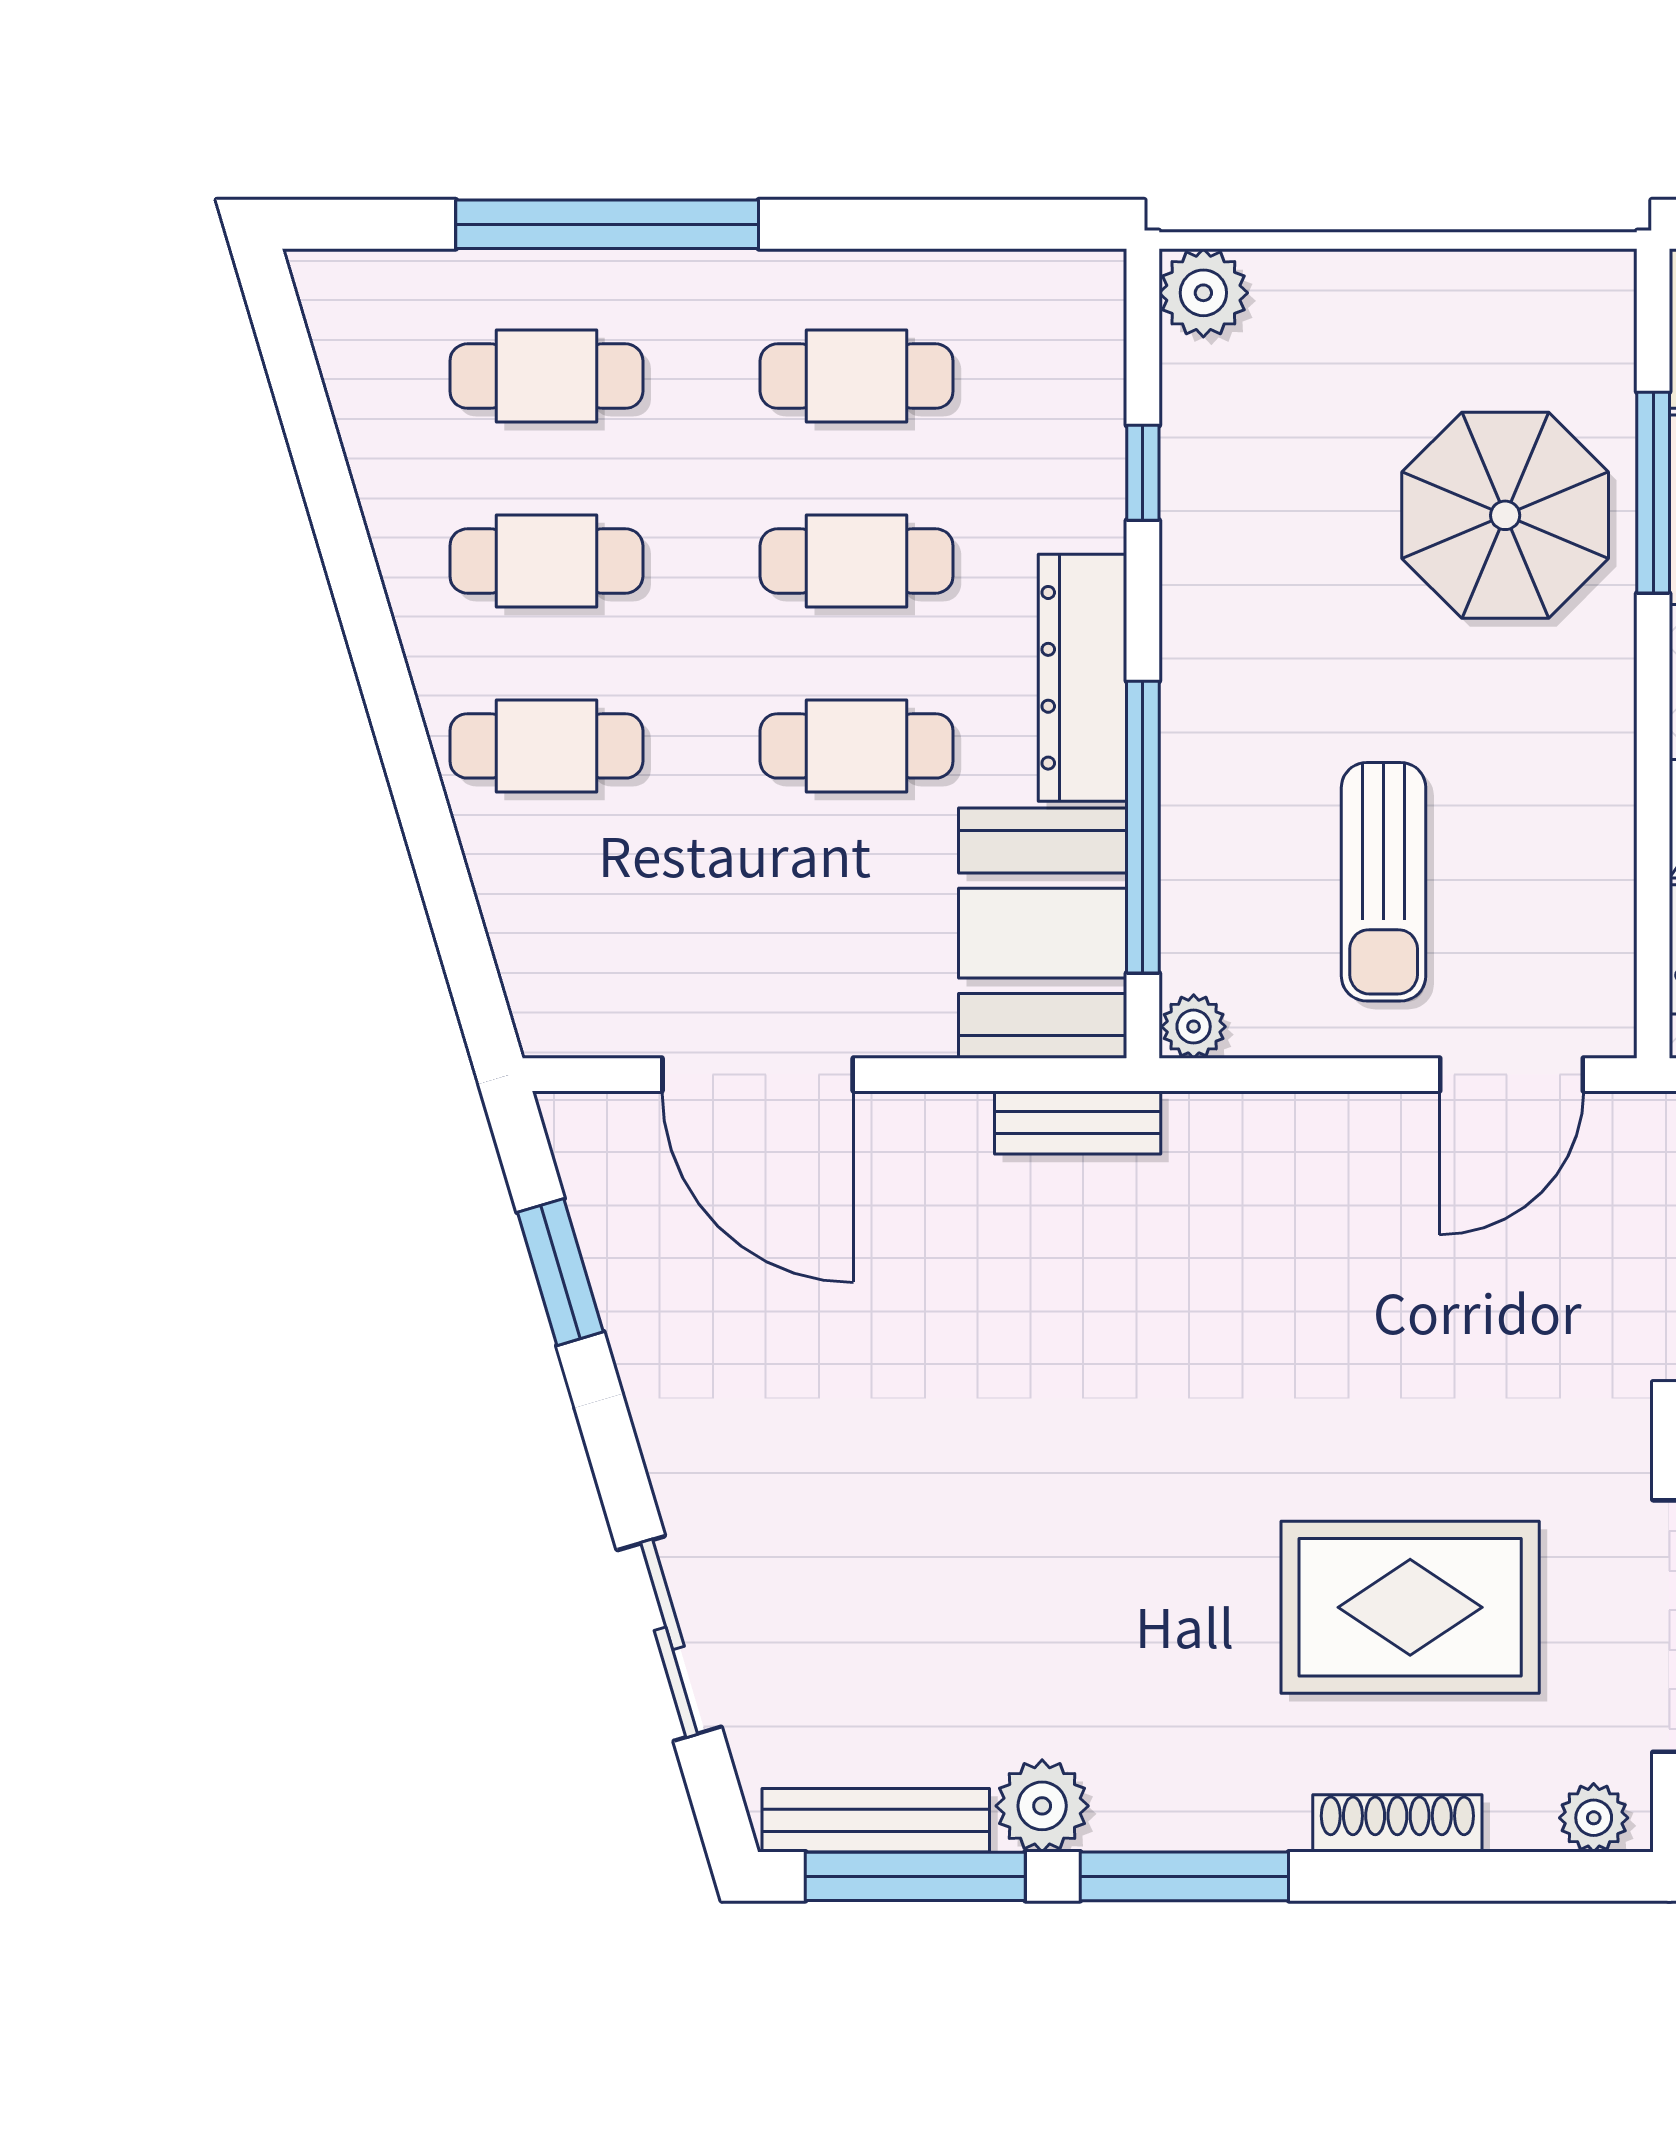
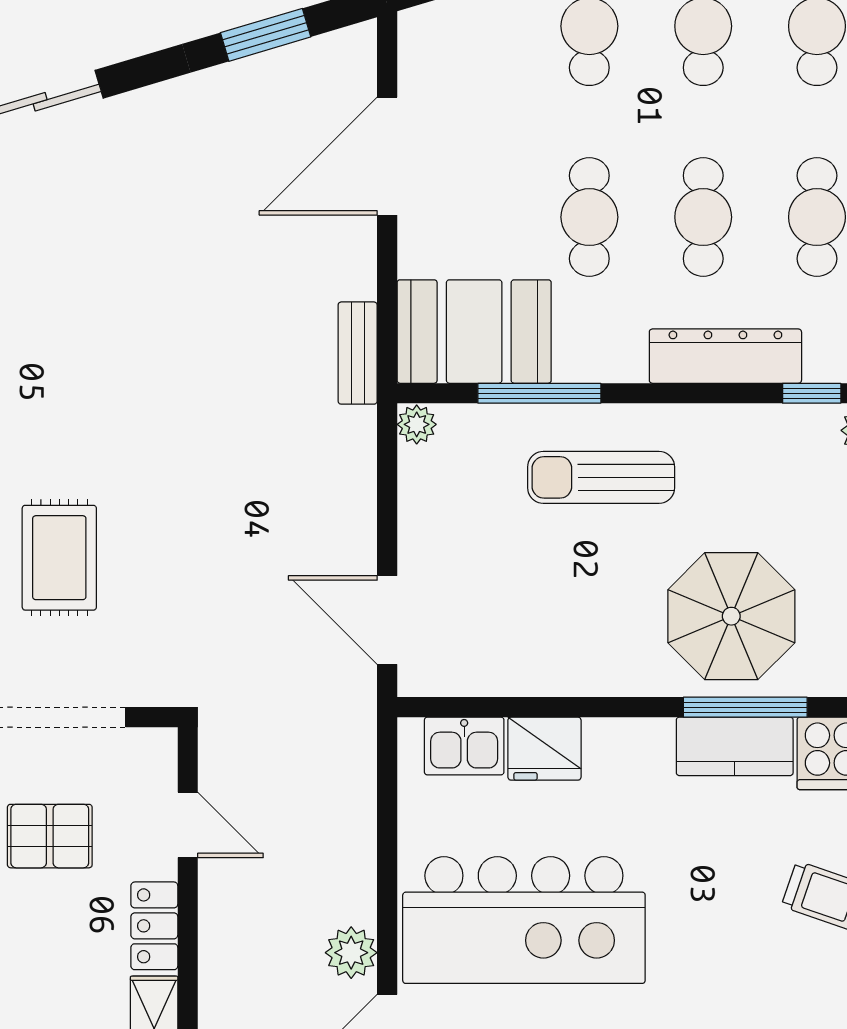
window: (1143, 473) -> (812, 393), moved
dresser: (1083, 678) -> (725, 356), moved
window: (1143, 827) -> (539, 393), width x0.68
sun lounger: (1384, 882) -> (601, 477), moved
rug: (1410, 1607) -> (59, 558), width x0.73, depth x0.70

